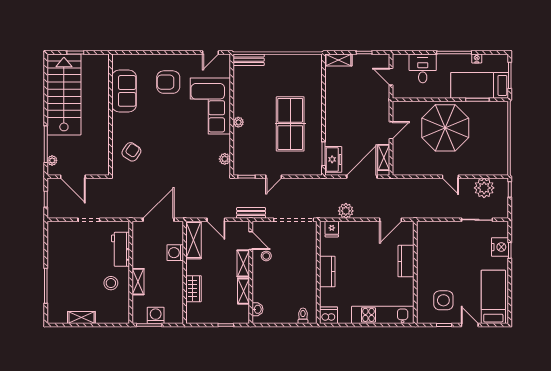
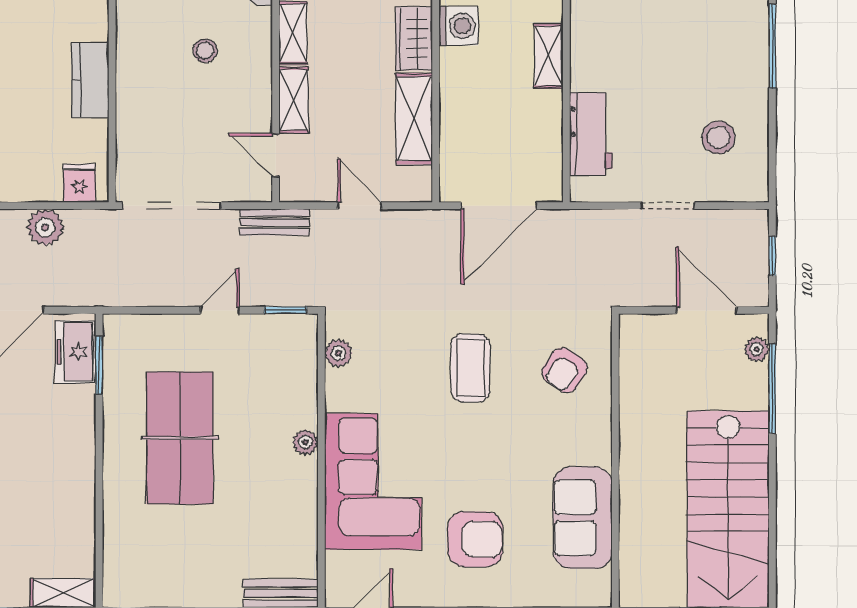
coffee table: (170, 153) -> (470, 368), added
shelving: (194, 240) -> (414, 119), moved
washing machine: (175, 253) -> (458, 26), moved
stool: (266, 256) -> (205, 51), moved
stool: (111, 283) -> (718, 137), moved

